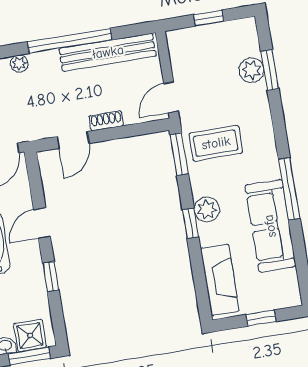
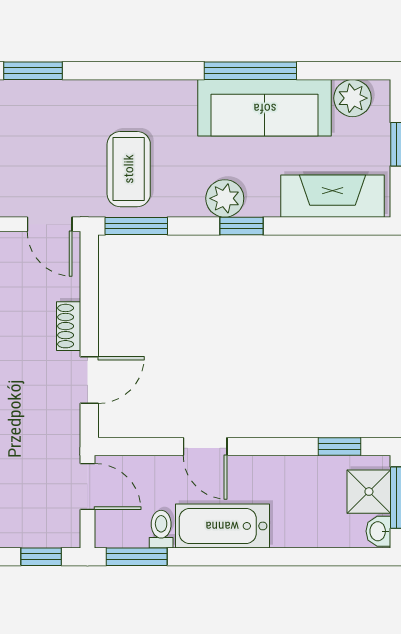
plant: (251, 70) -> (353, 98), moved
door: (73, 140) -> (89, 380), hinge flipped
window: (289, 189) -> (250, 71), moved
window: (51, 277) -> (339, 446), moved

